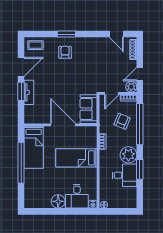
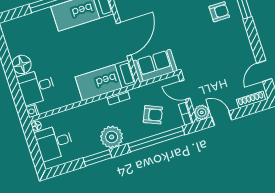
bed: (76, 158) -> (106, 80), moved, turned -90
desk: (125, 175) -> (54, 143), moved, turned 90

